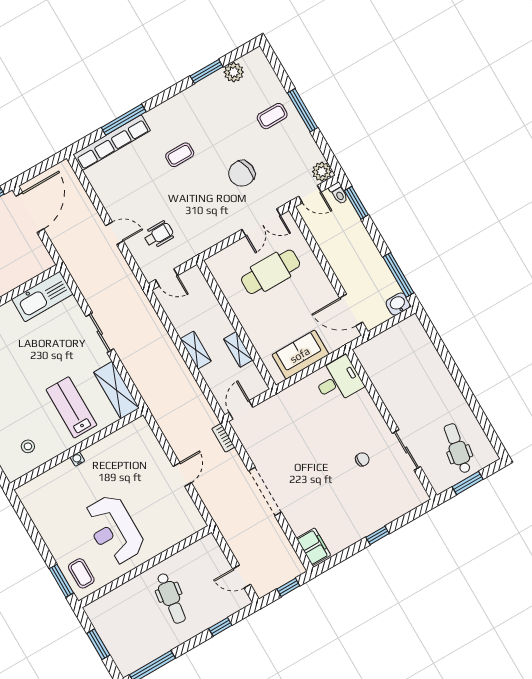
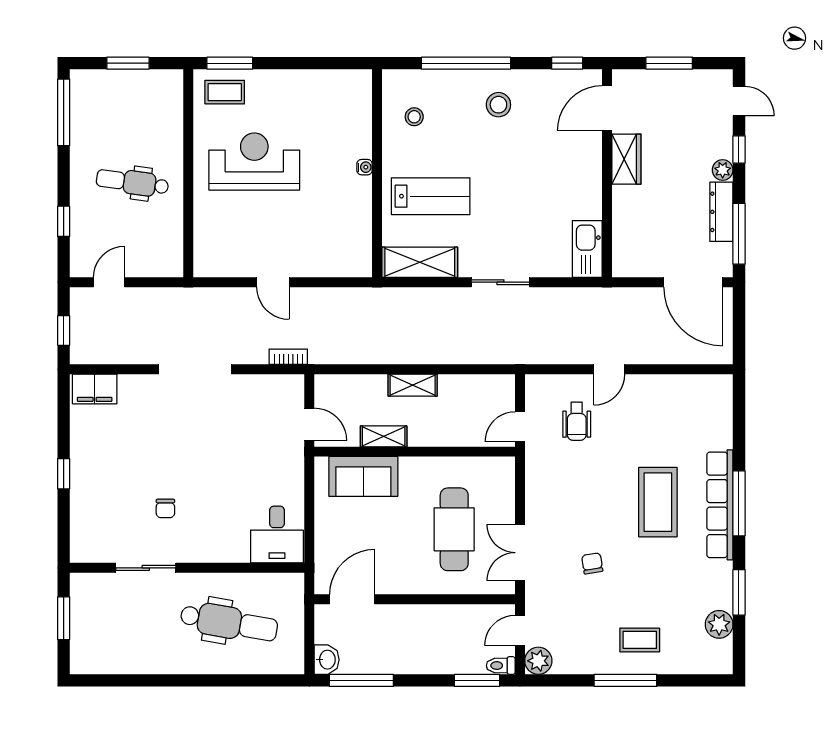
coffee table: (272, 116) -> (640, 640), turned 90
window: (124, 120) -> (739, 503), moved
row of seats: (112, 143) -> (720, 505), moved
coffee table: (180, 155) -> (658, 502), width x1.86, depth x1.72
chair: (242, 173) -> (592, 563), width x0.54, depth x0.54
door: (166, 278) -> (520, 427), moved
kitchen sink: (42, 297) -> (587, 249), width x0.73, depth x0.81
sofa: (300, 355) -> (363, 476), moved, turned 90
door: (241, 410) -> (309, 424), moved
dental chair: (458, 448) -> (229, 623), moved, width x1.36, depth x1.38

